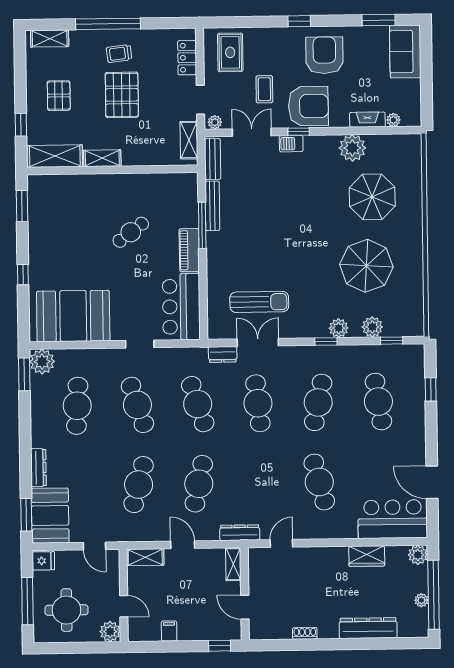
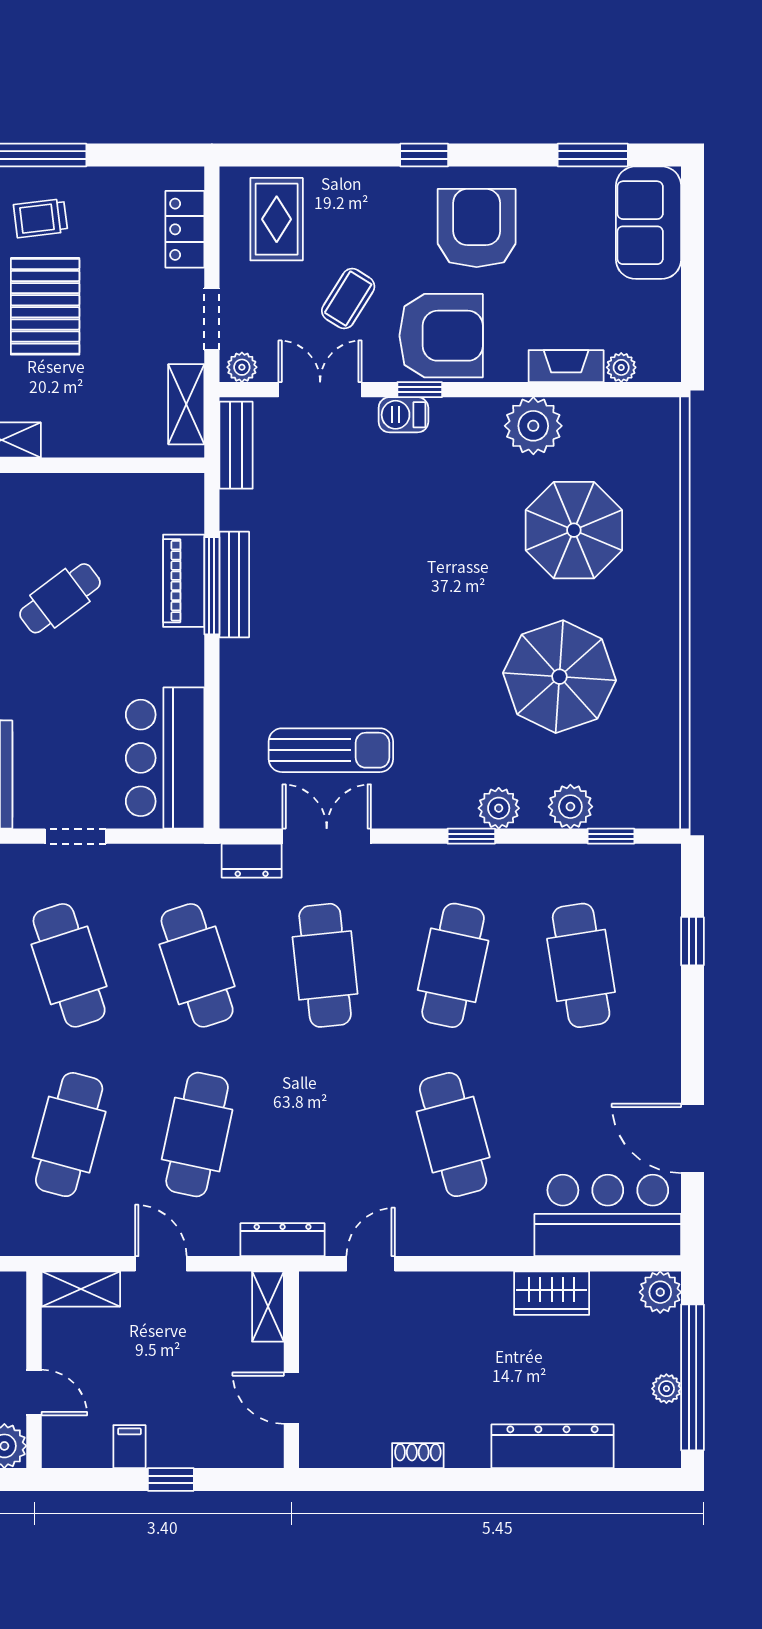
coffee table: (264, 89) -> (348, 299), turned 32
bench: (212, 206) -> (234, 585), moved
piano: (189, 250) -> (184, 581), moved
window: (220, 646) -> (171, 1479), moved

